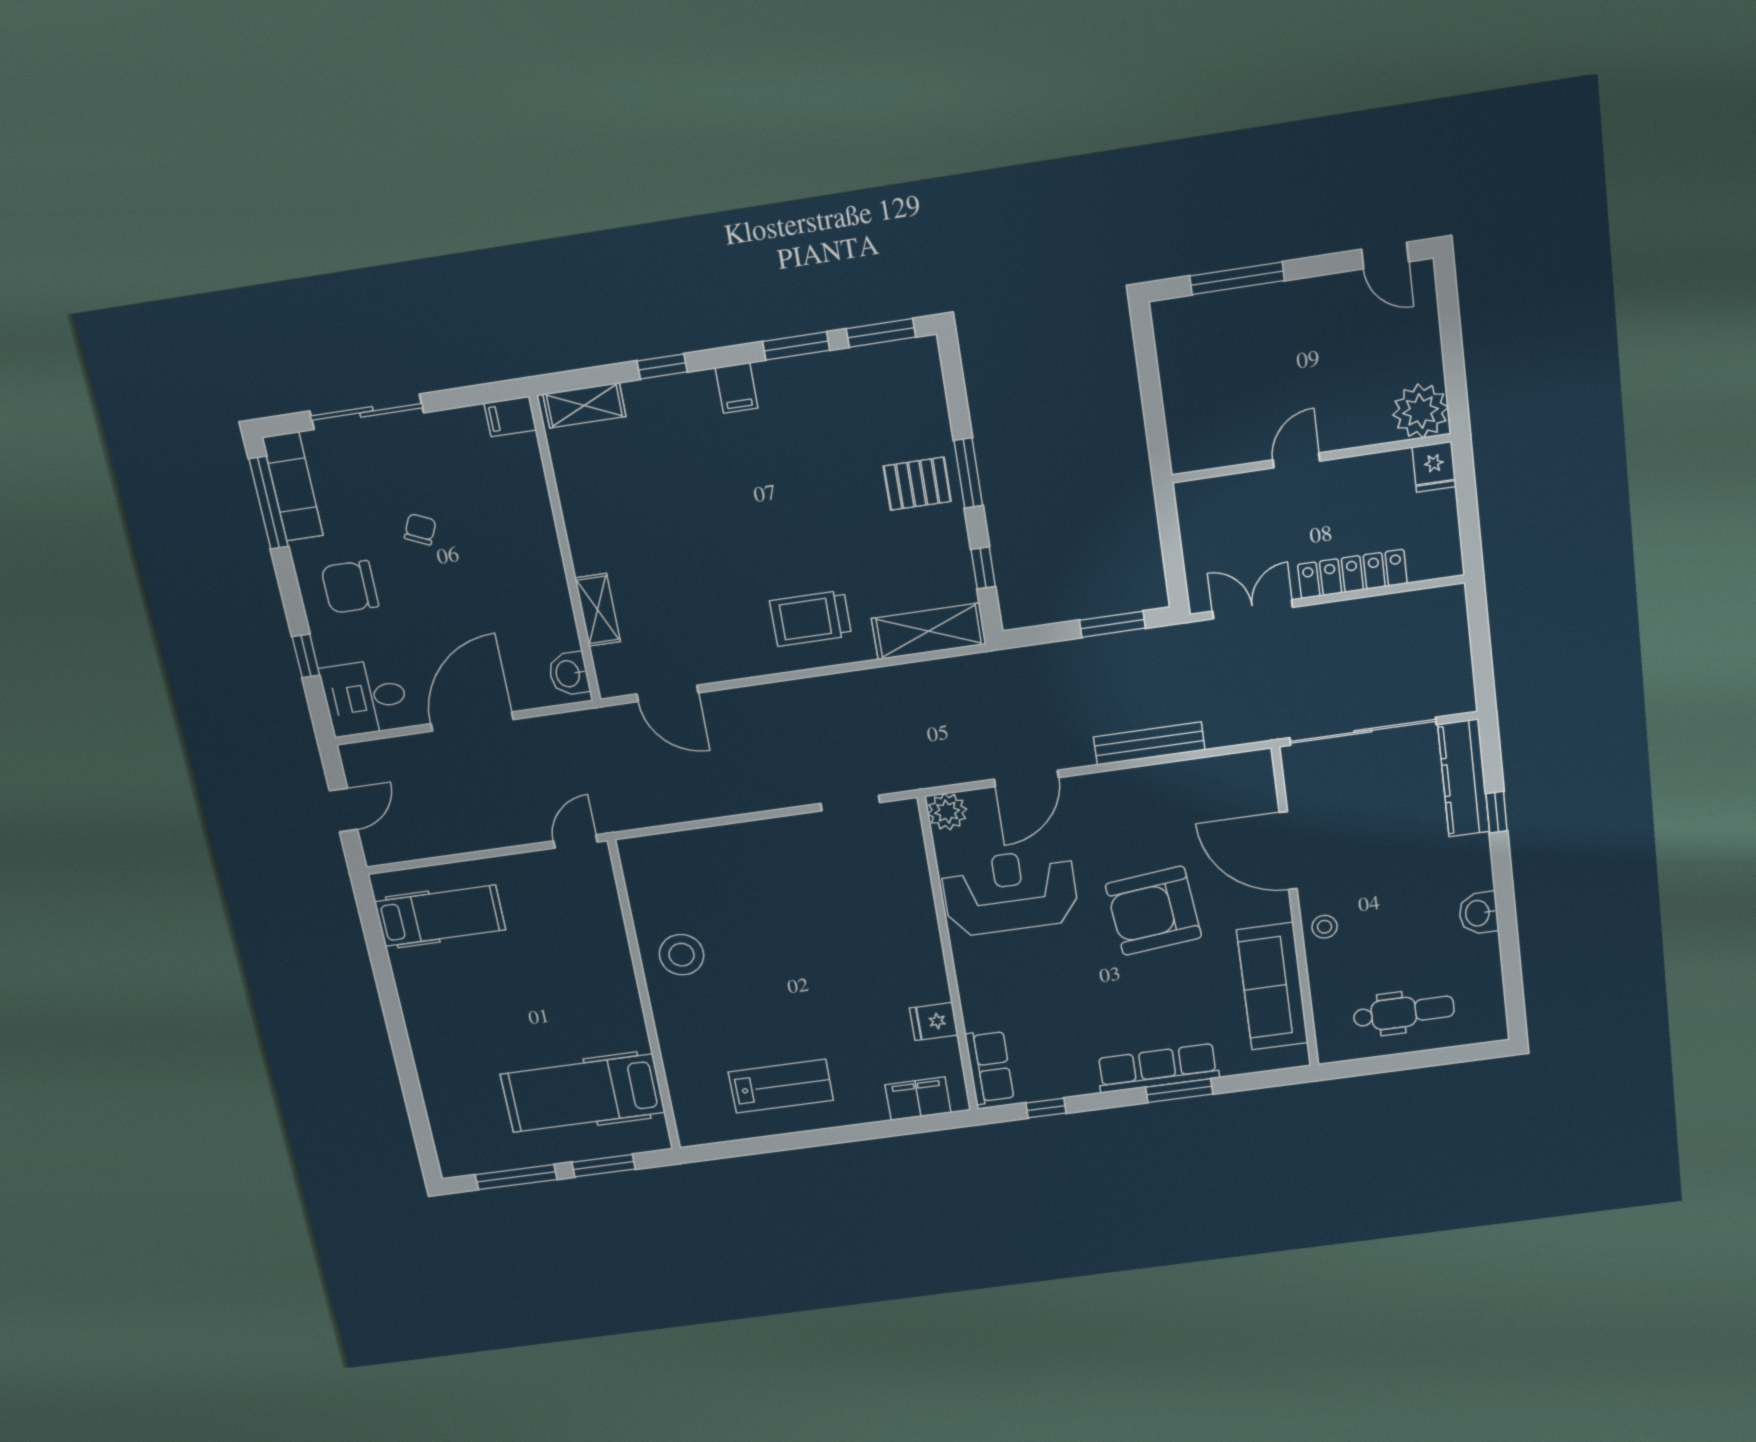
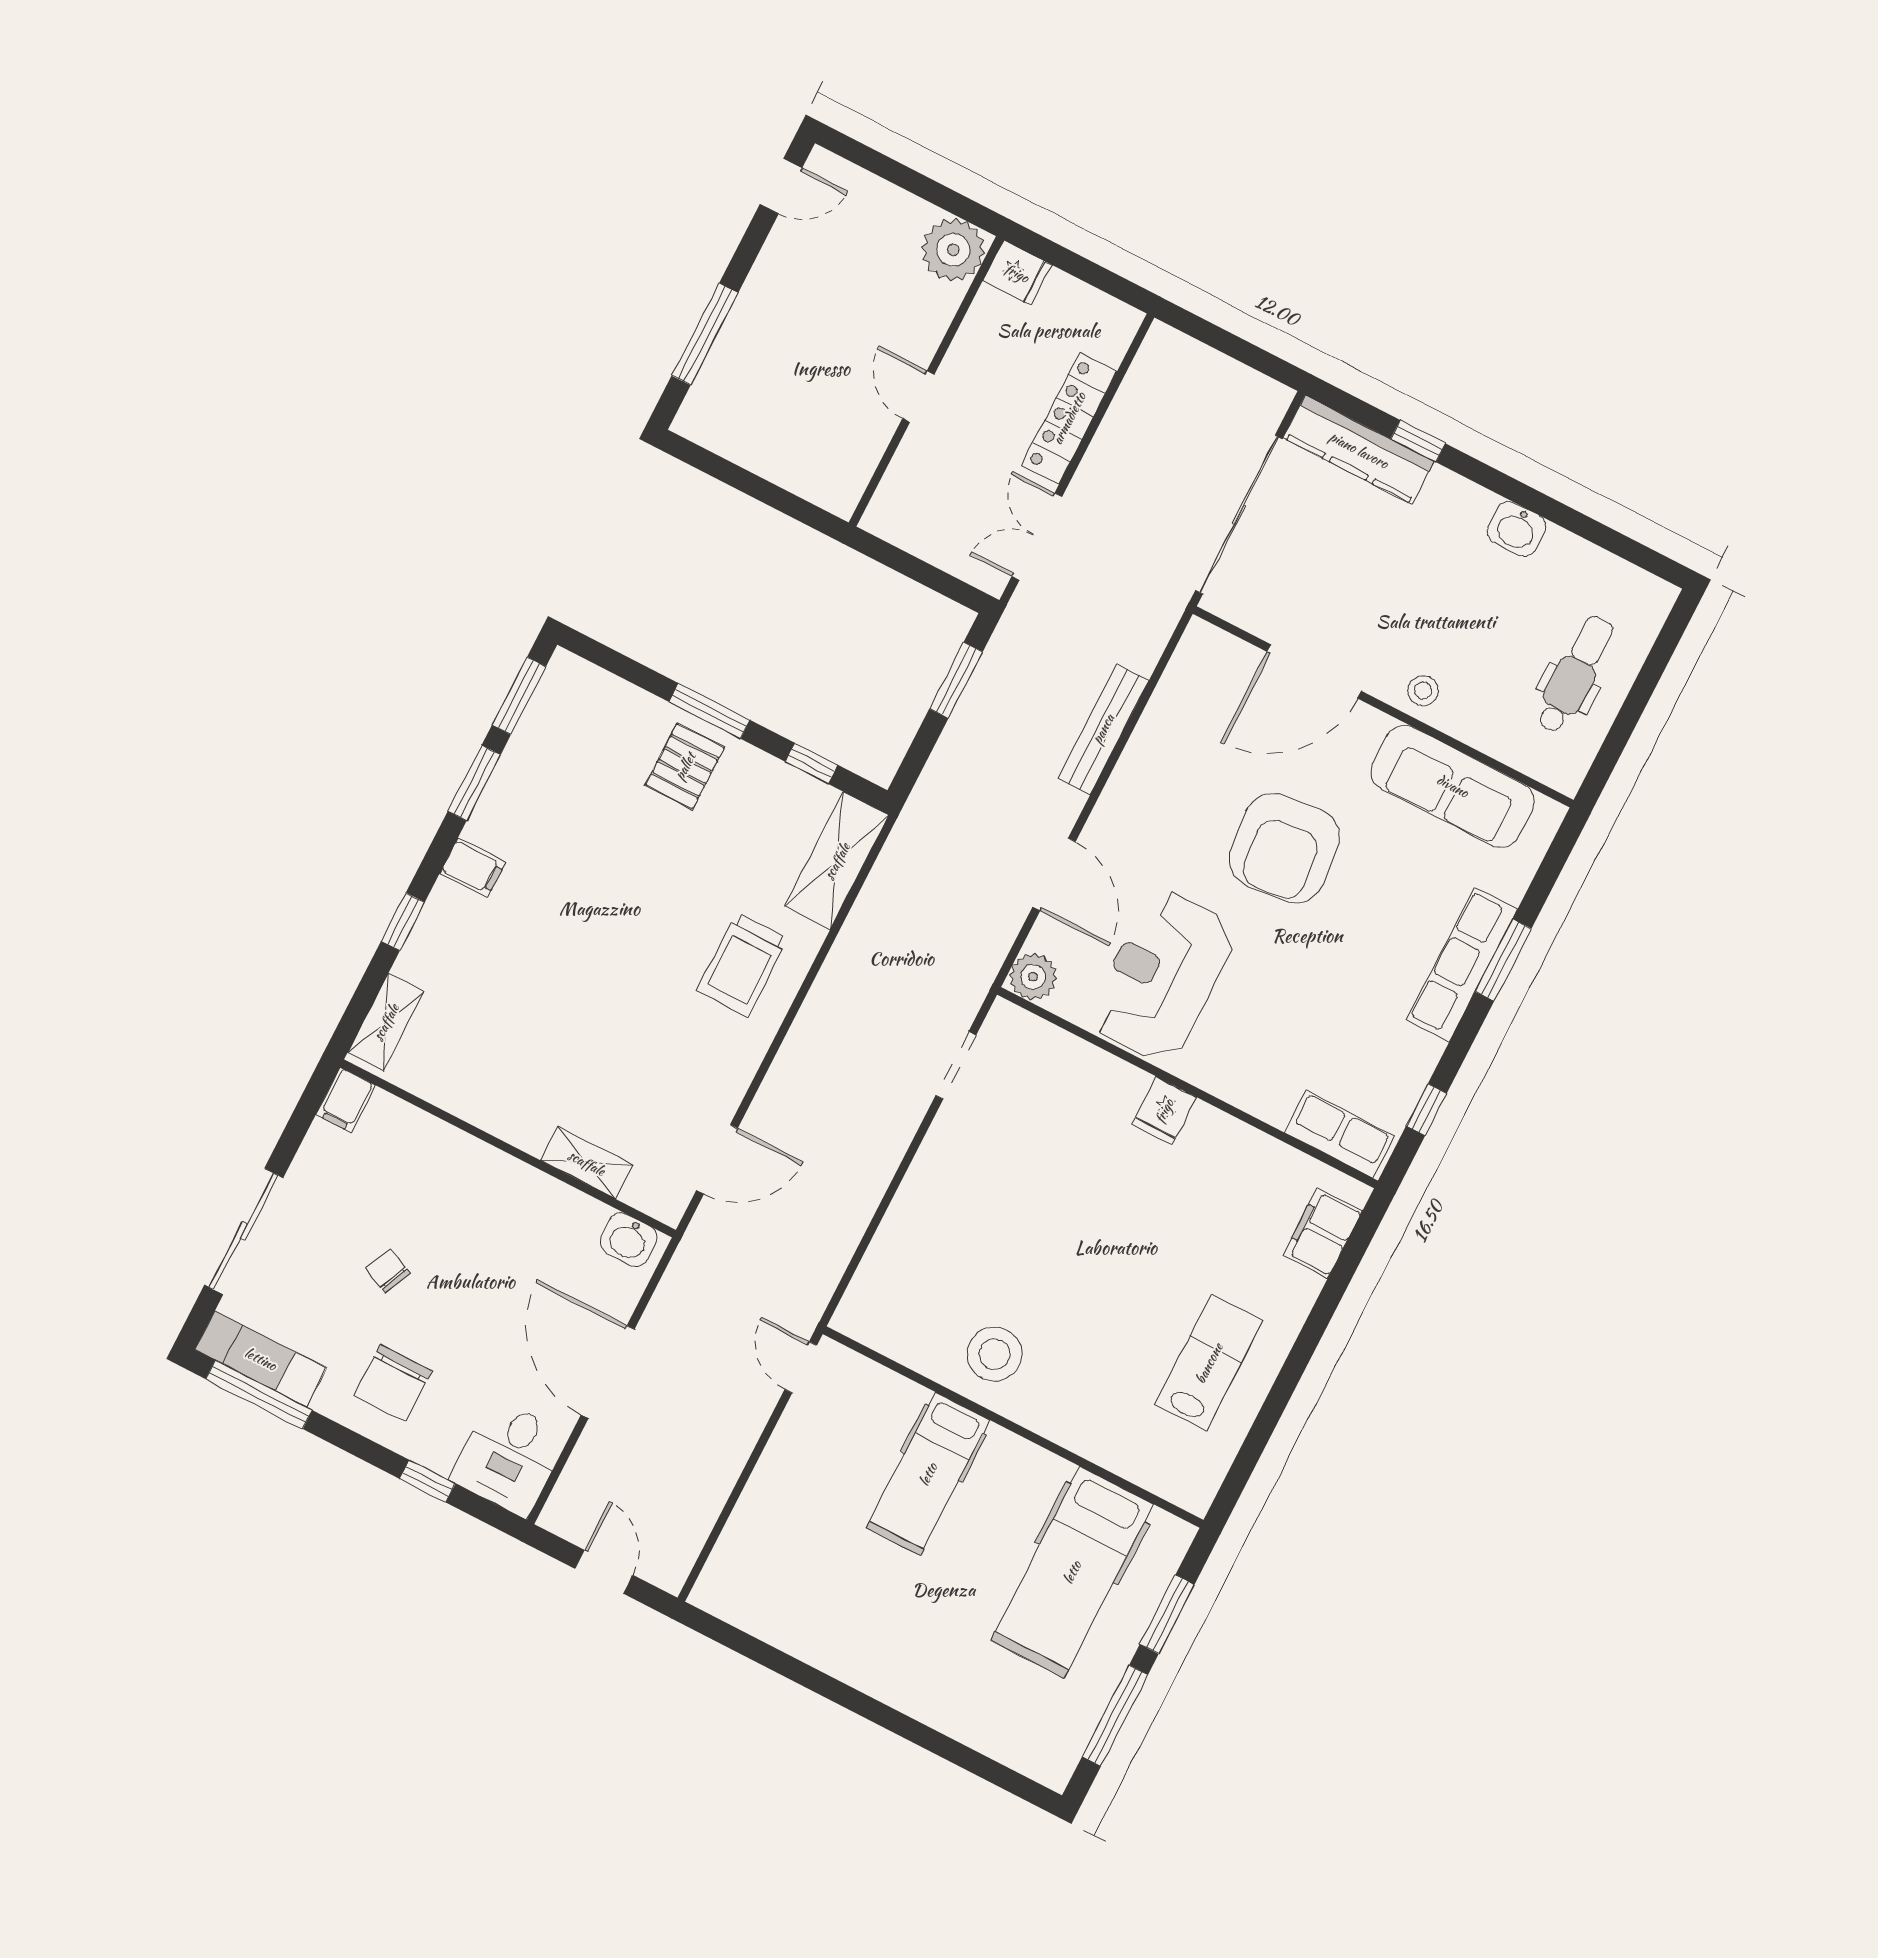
hospital bed: (440, 916) -> (928, 1474), moved, turned 180
fridge: (934, 1022) -> (1164, 1111), moved

